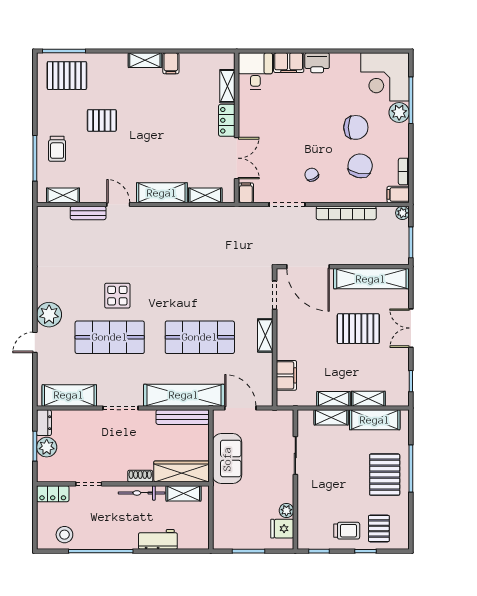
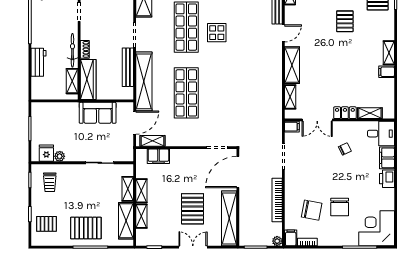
plant: (399, 112) -> (351, 239), removed
chair: (312, 175) -> (345, 149), moved
shelving: (265, 335) -> (152, 141), moved
bench: (183, 417) -> (128, 67), moved
trolley: (347, 531) -> (50, 182), moved

